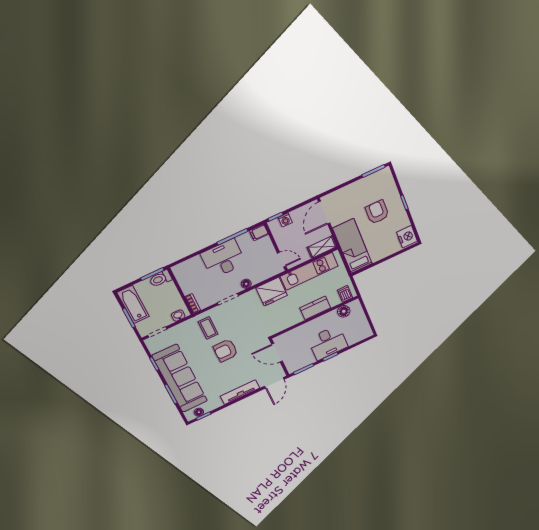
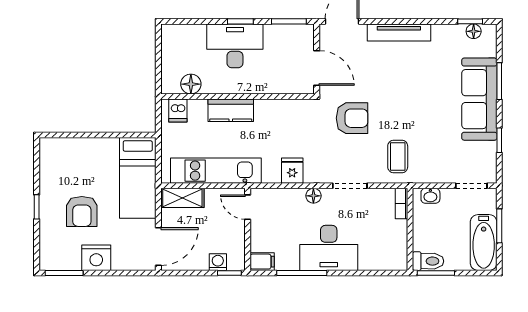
nightstand: (407, 237) -> (96, 258), moved, turned -90
fridge: (272, 292) -> (292, 171), width x0.53, depth x0.75
armchair: (226, 350) -> (352, 118), moved
sofa: (180, 378) -> (479, 99), width x0.74, depth x0.79

